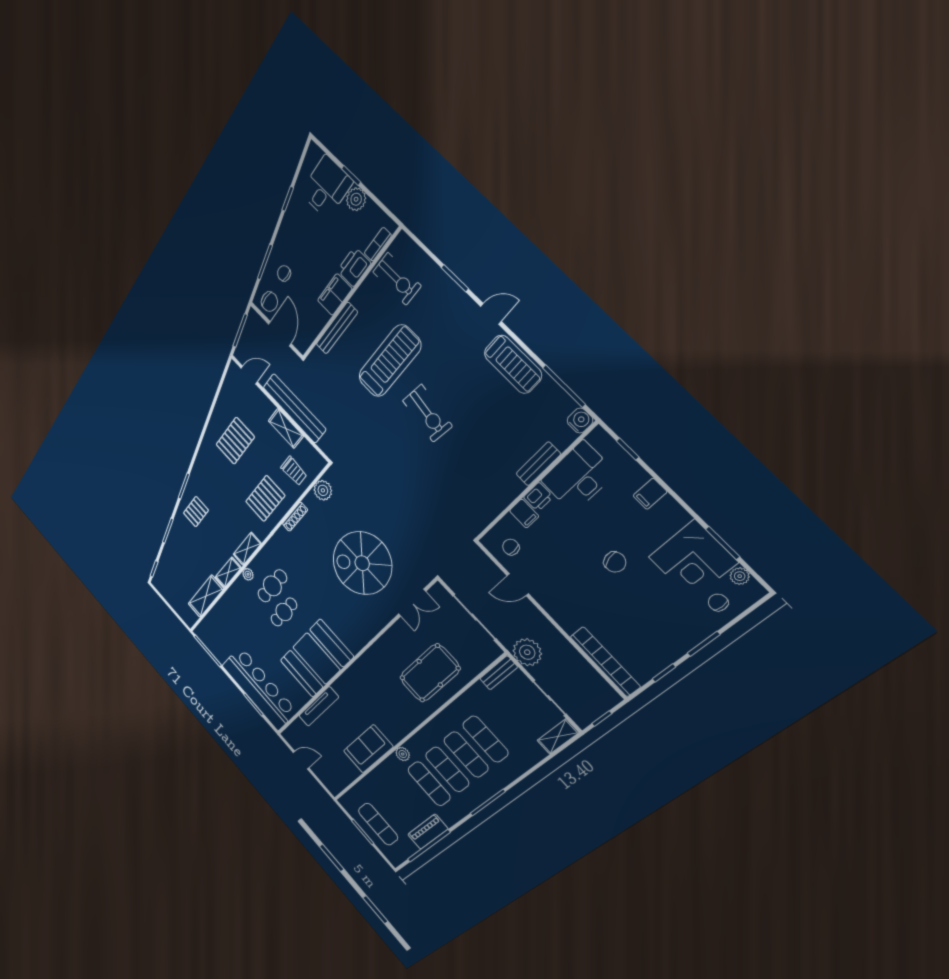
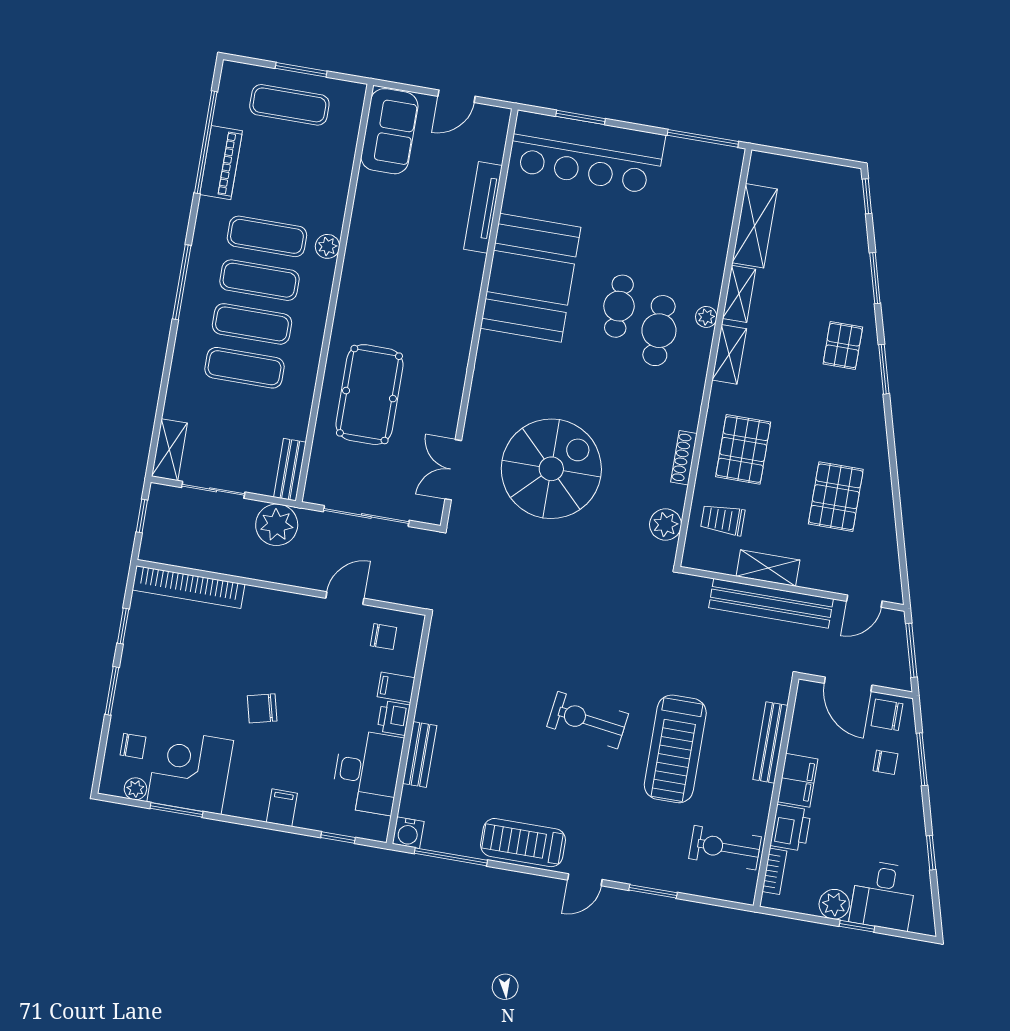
sofa: (368, 749) -> (389, 131), moved

